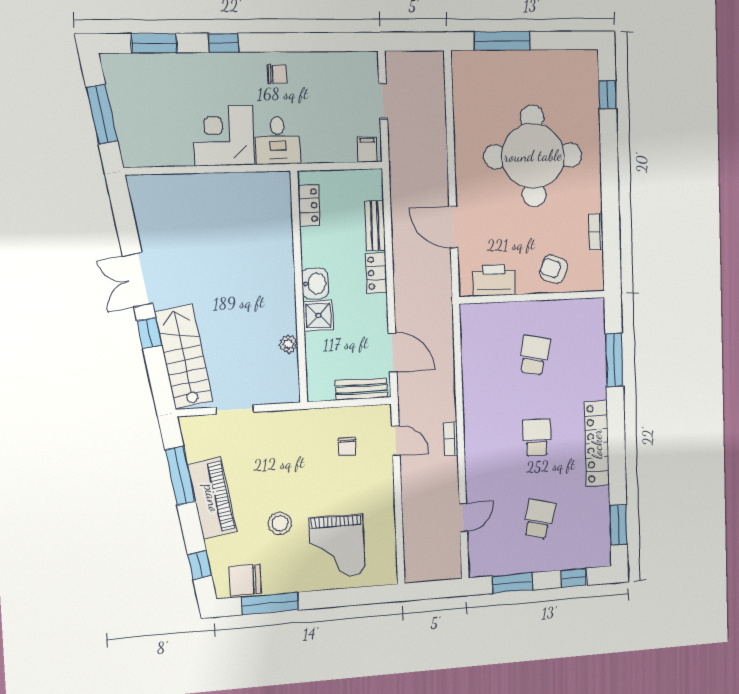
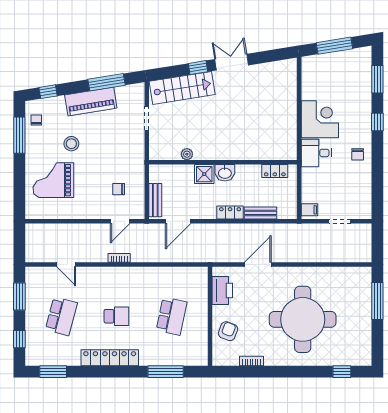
school desk: (534, 355) -> (172, 316), width x1.85
school desk: (539, 519) -> (61, 316), width x1.85
chair: (245, 580) -> (36, 120), width x0.54, depth x0.54

